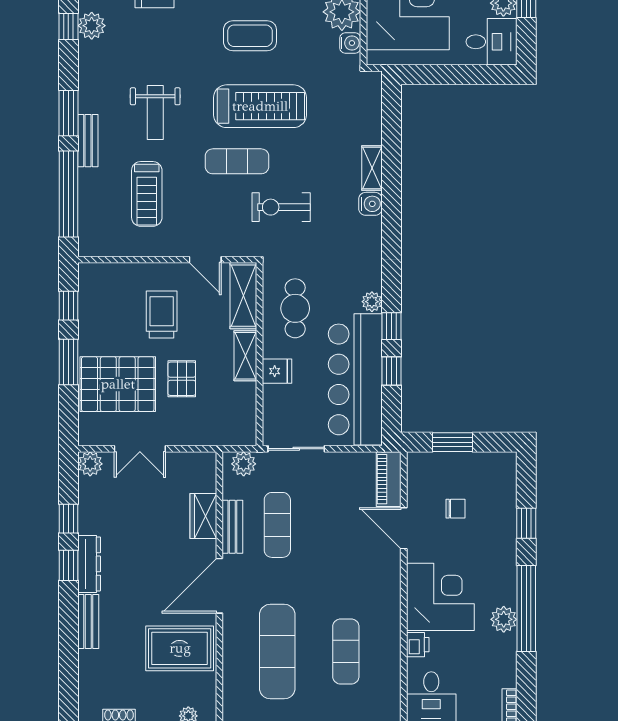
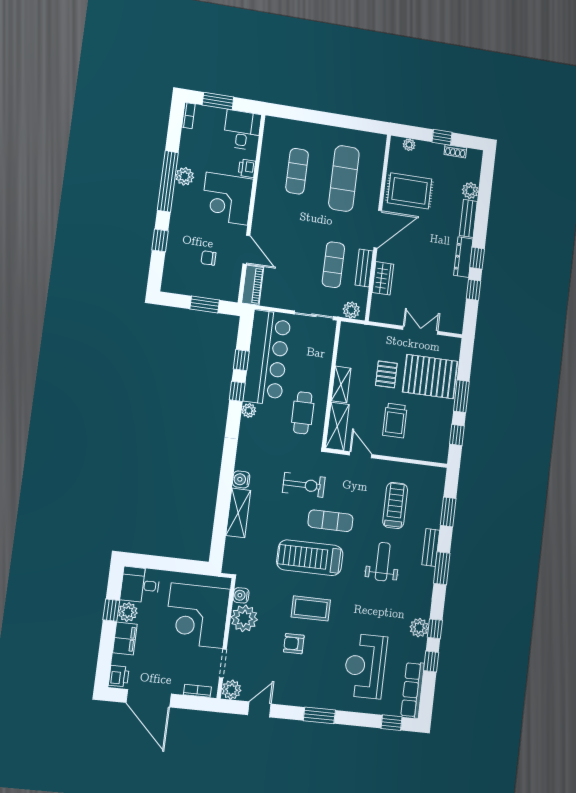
shelving: (372, 168) -> (238, 513), width x1.50, depth x1.33
window: (68, 194) -> (448, 512), width x0.47
fridge: (277, 371) -> (321, 371), removed
plant: (90, 464) -> (470, 191), moved

